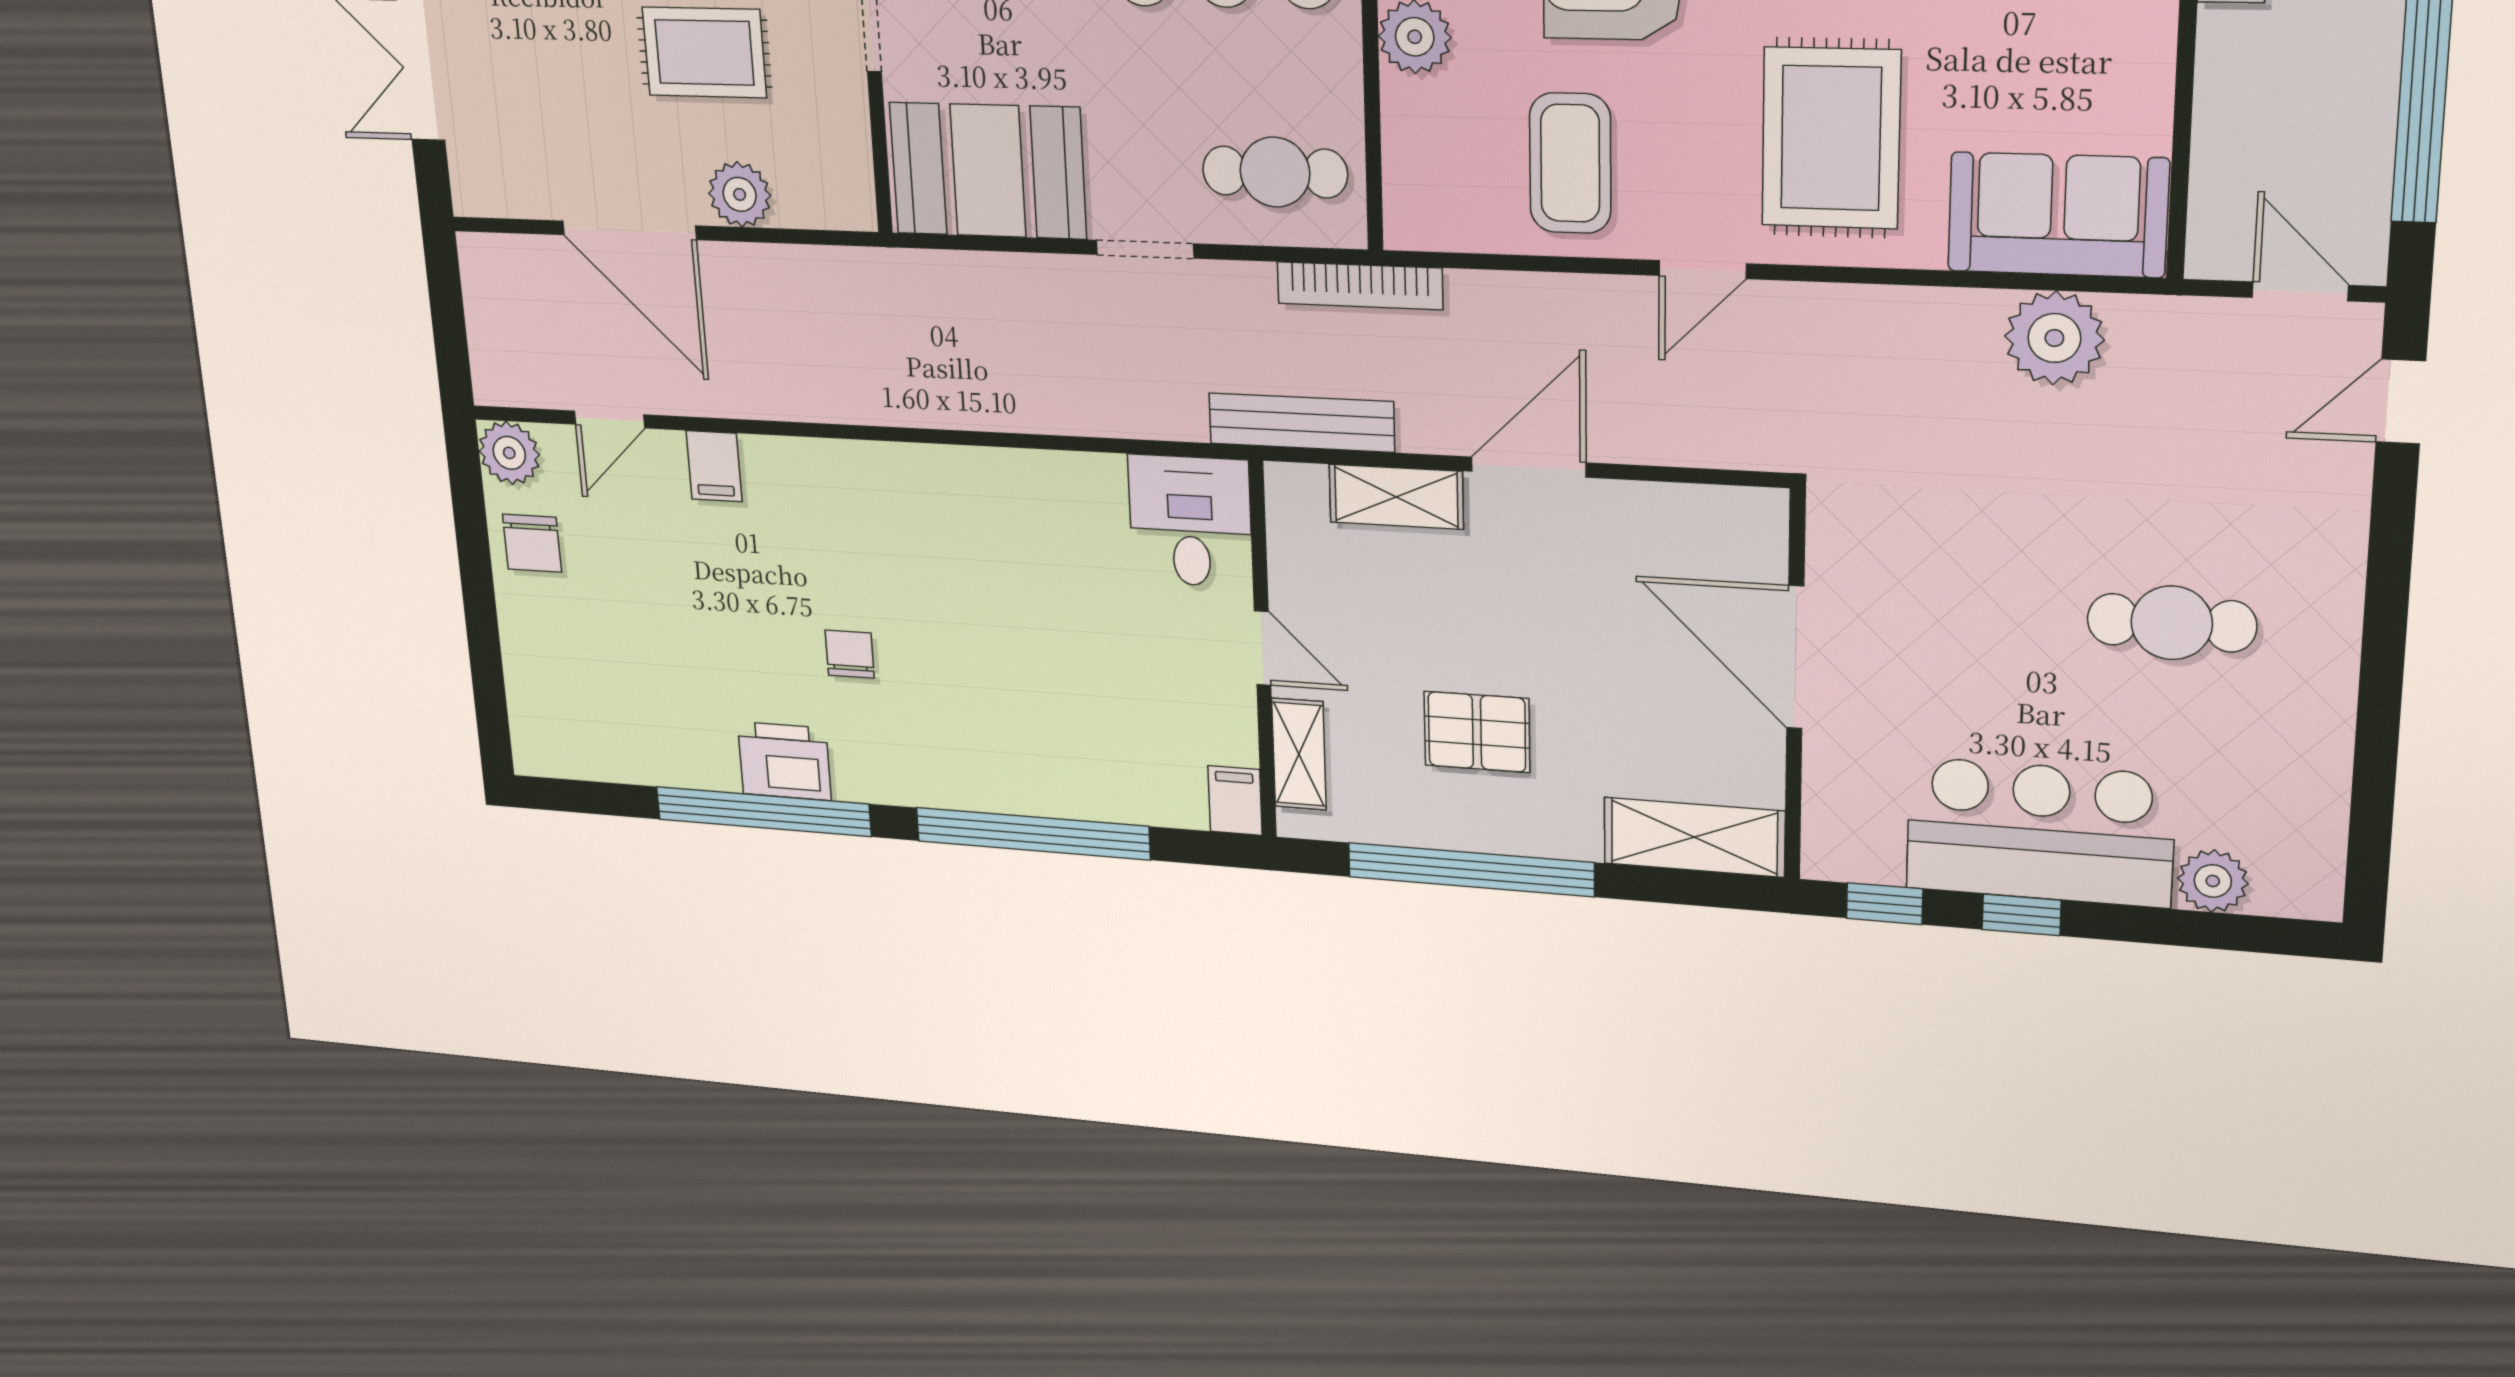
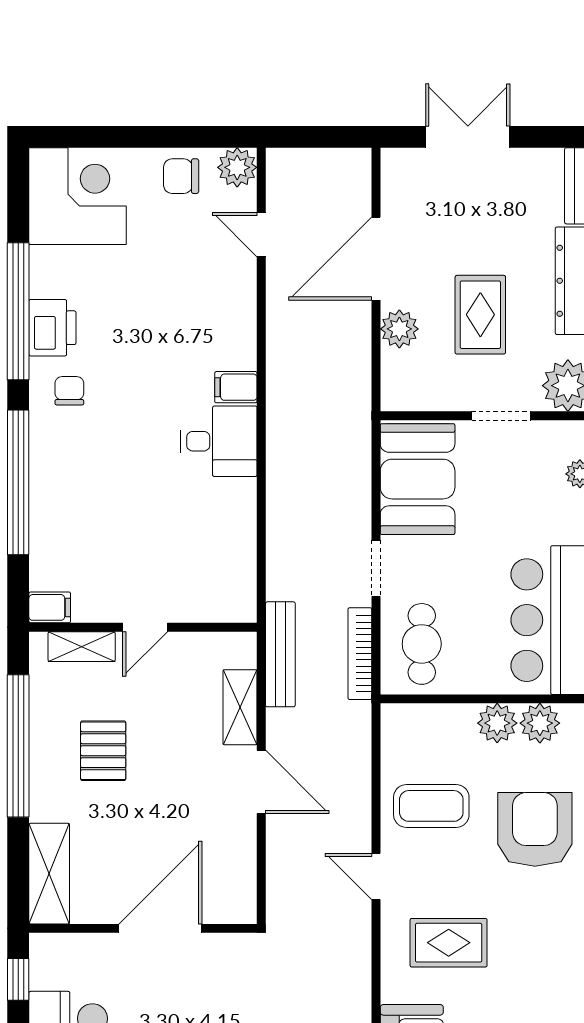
rug: (1831, 138) -> (449, 943), width x0.73, depth x0.70
bookcase: (1360, 286) -> (360, 654), moved
filing cabinet: (714, 466) -> (236, 387), moved
desk: (1190, 521) -> (219, 441), moved
chair: (850, 654) -> (69, 391), moved, turned -90
corner desk: (579, 707) -> (78, 196), added

